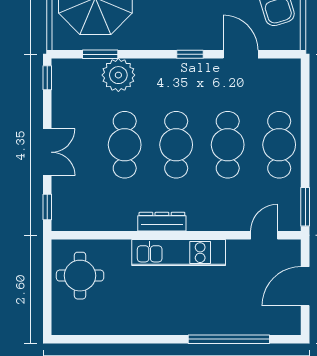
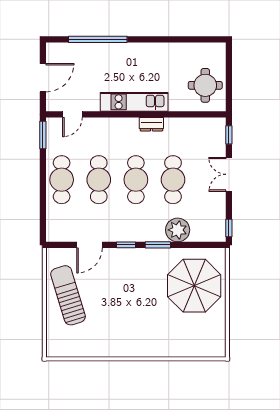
window: (100, 54) -> (158, 245), moved
door: (241, 54) -> (89, 245), hinge flipped
dresser: (162, 222) -> (151, 124), width x0.70

